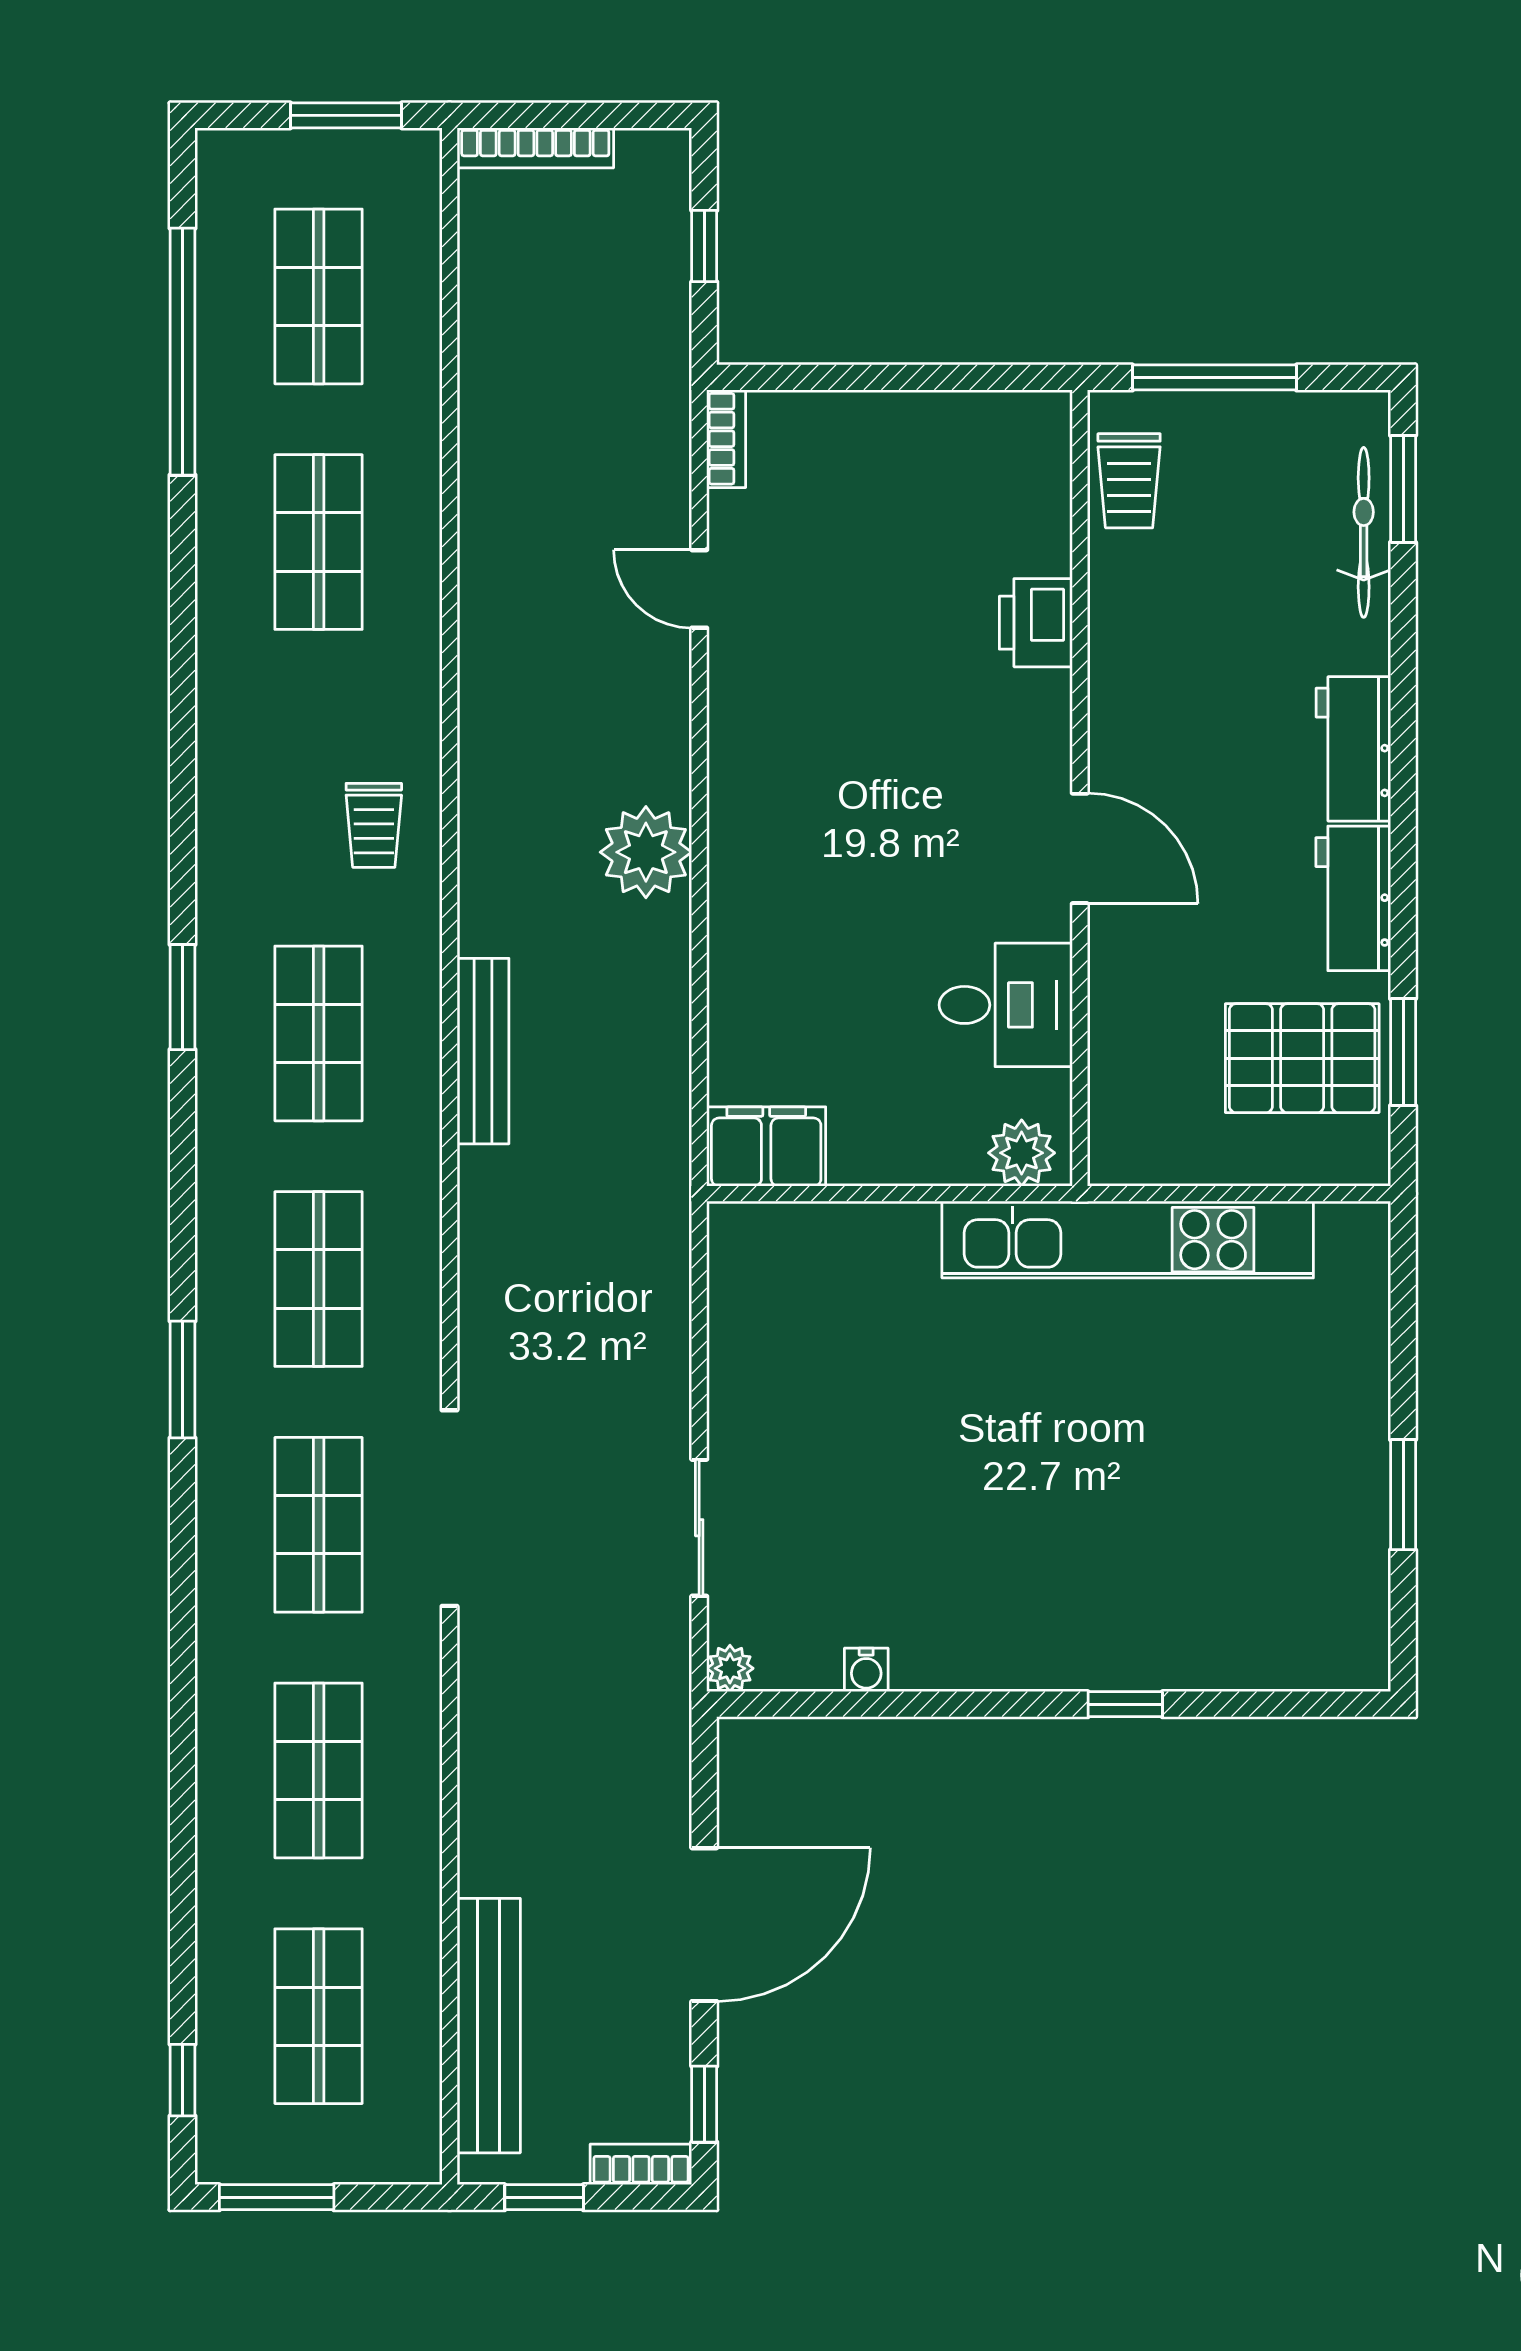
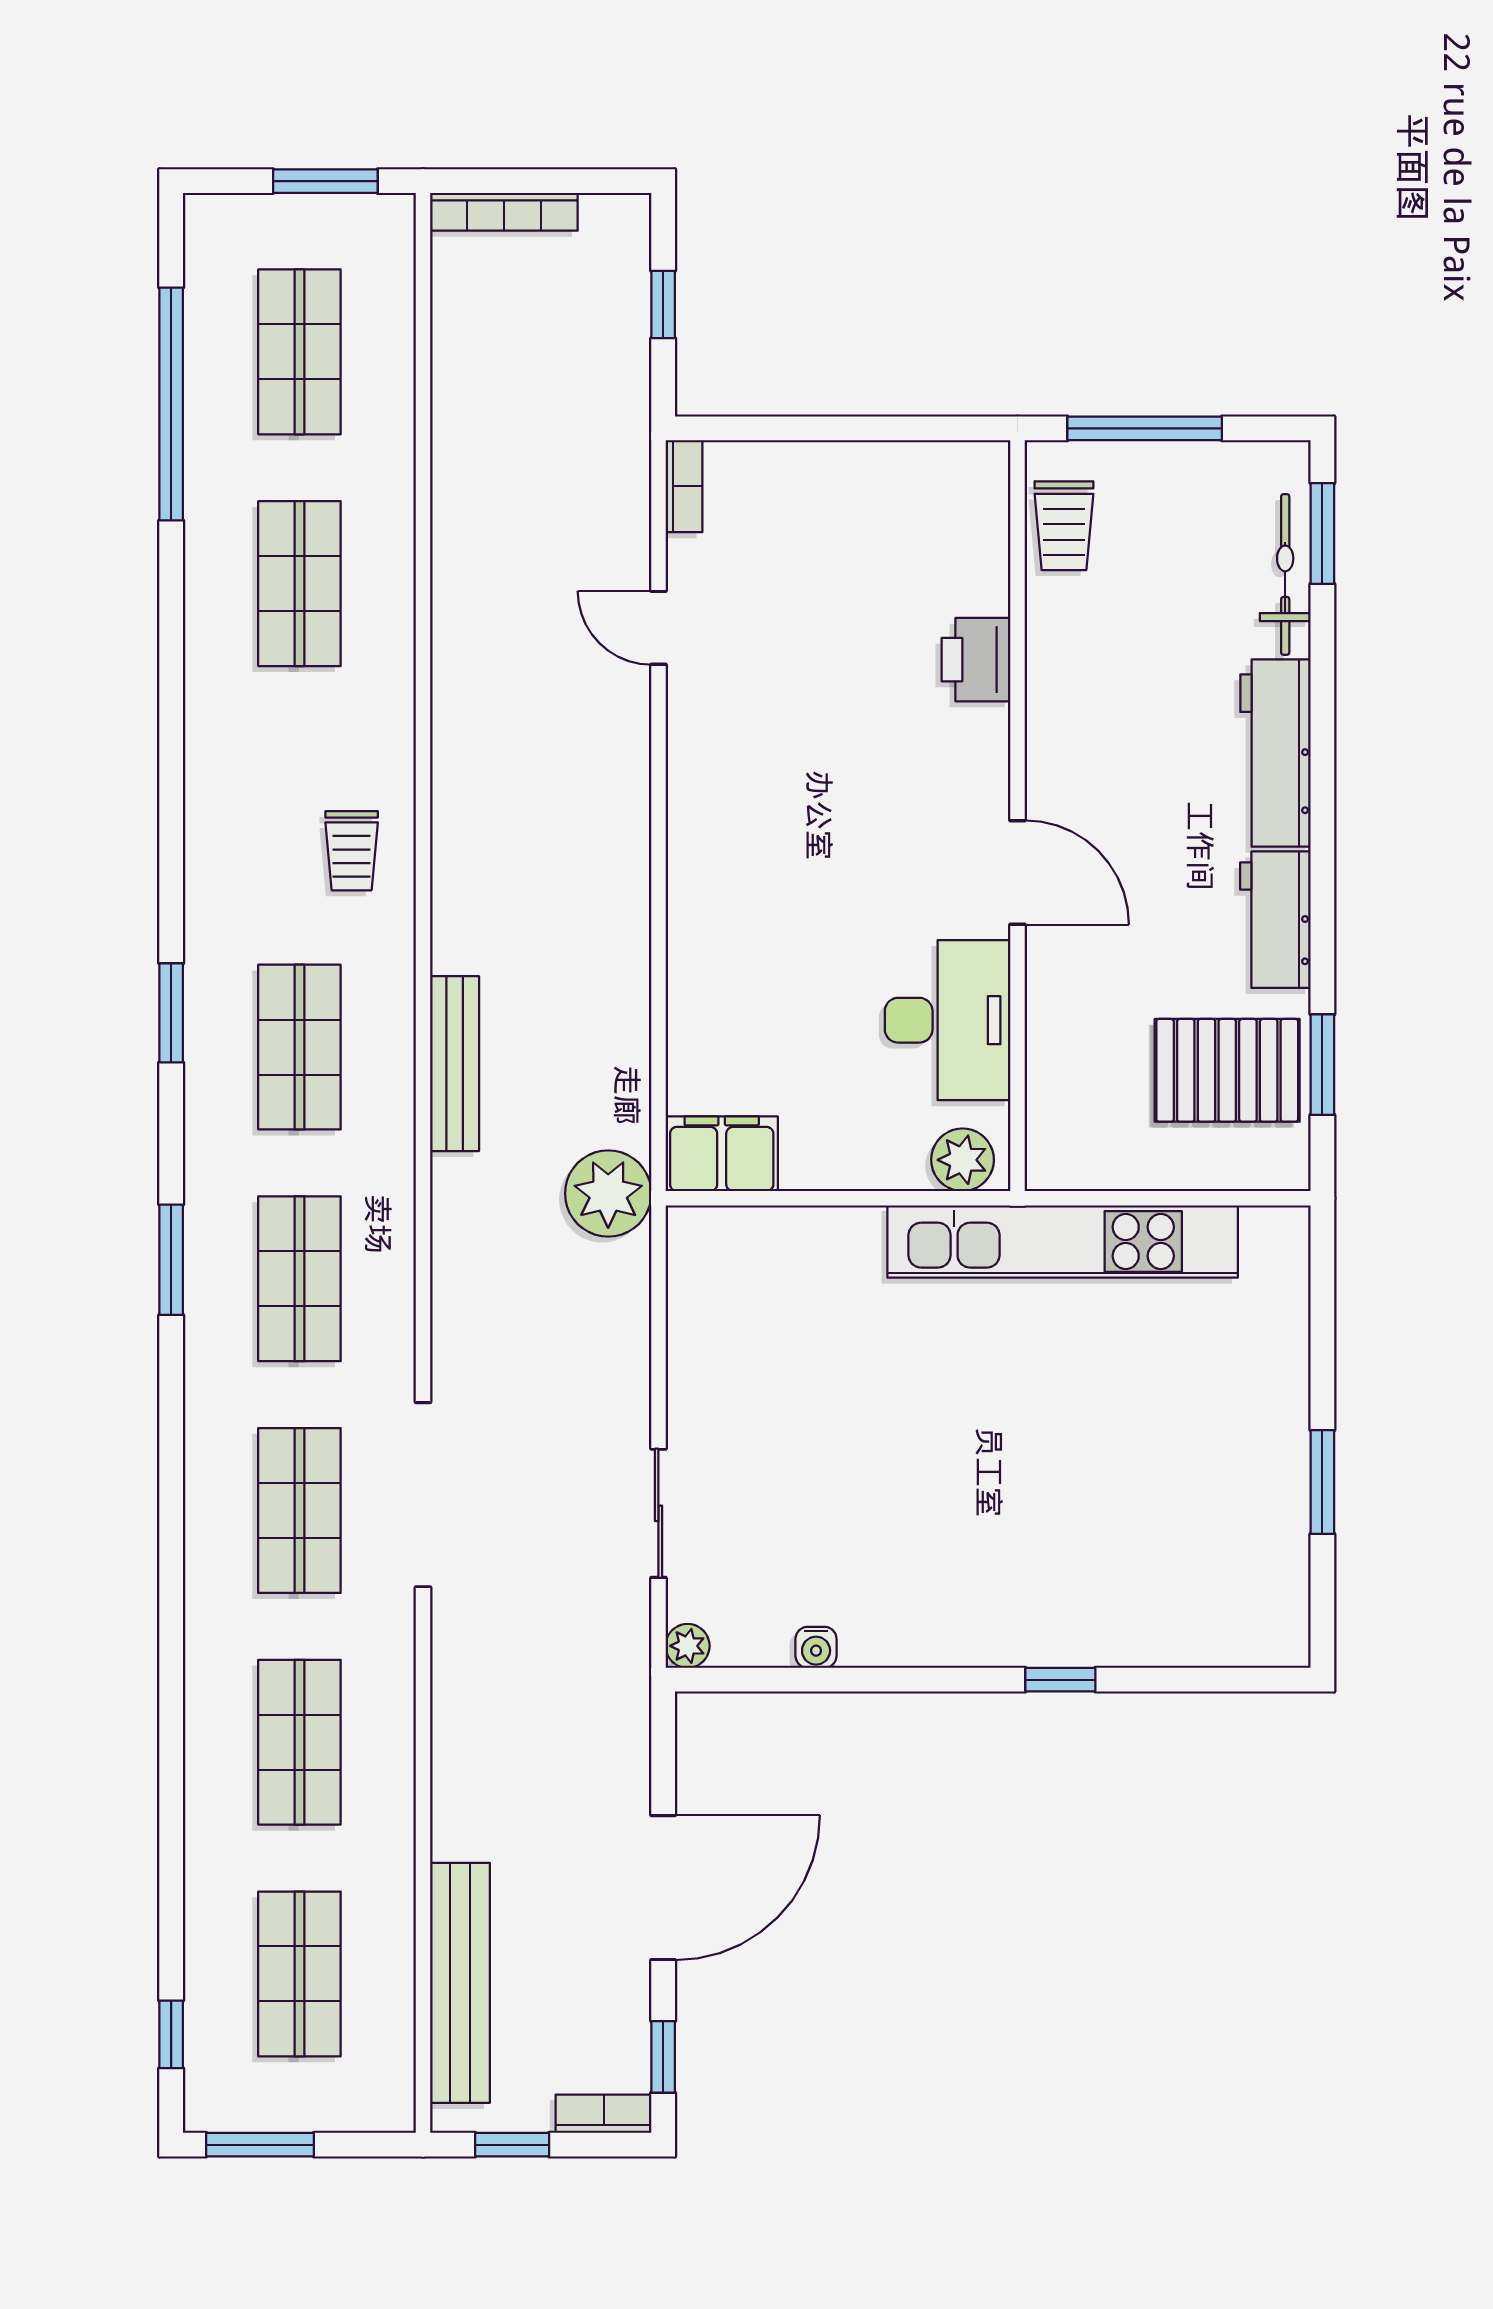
workbench: (1353, 749) -> (1275, 753), width x1.38
plant: (646, 852) -> (608, 1193), moved
desk: (1006, 1005) -> (948, 1020), width x1.37
window: (182, 1379) -> (171, 1260), moved

